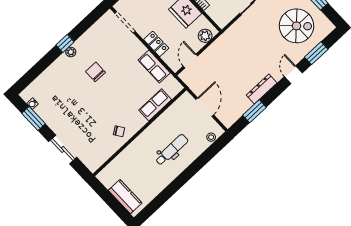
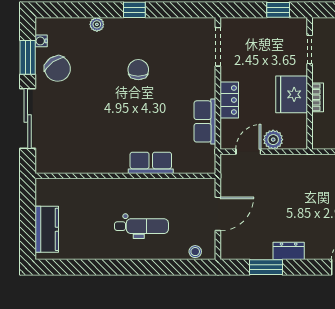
plant: (205, 36) -> (273, 140), moved
plant: (71, 52) -> (97, 24), moved
dresser: (262, 89) -> (289, 251), width x0.70
row of seats: (155, 105) -> (151, 163), moved
chair: (119, 131) -> (58, 69), moved, width x1.87, depth x1.87
sliding door: (63, 149) -> (28, 119), width x1.37

